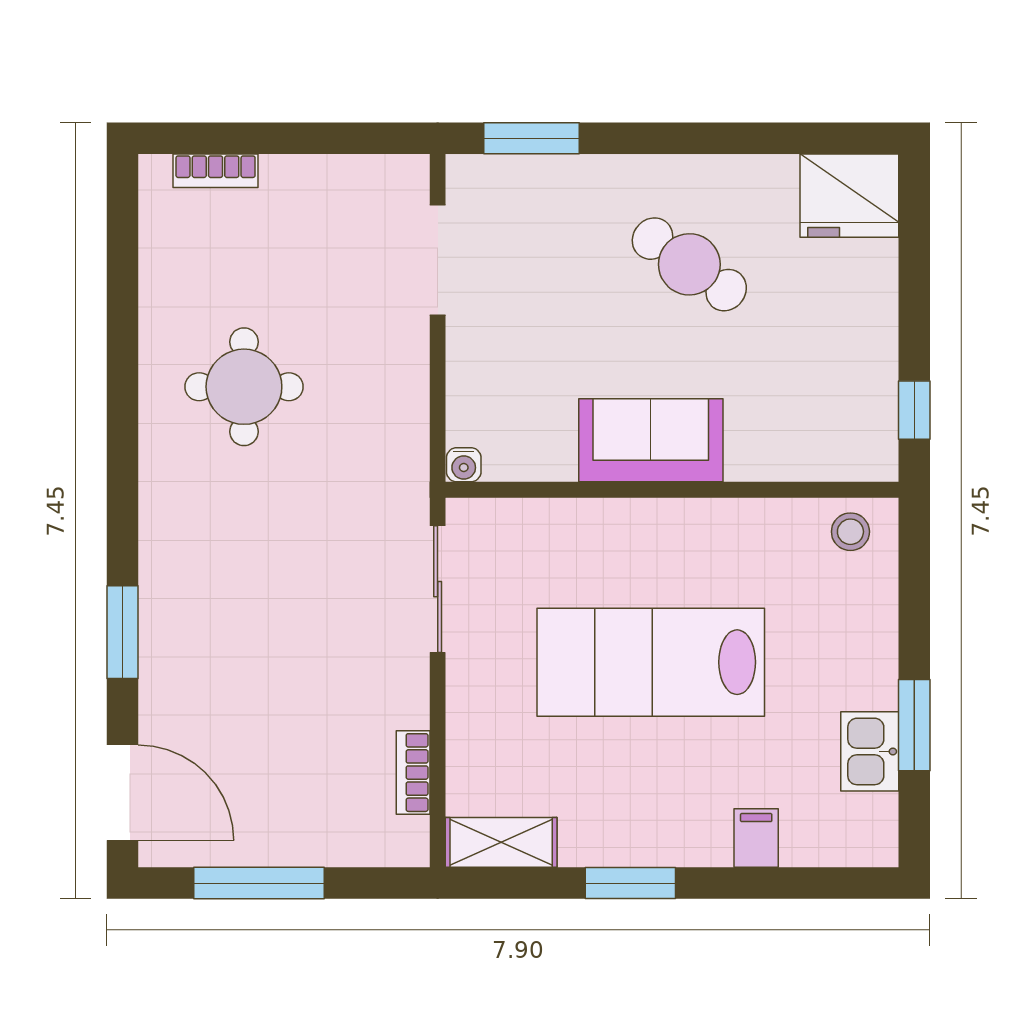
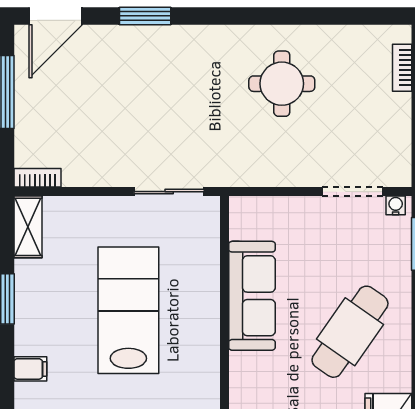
cafe table: (689, 264) -> (350, 332), width x1.37, depth x1.35
sofa: (651, 440) -> (252, 296), width x1.36
water cooler: (464, 465) -> (396, 205), moved, turned 90
bookcase: (413, 773) -> (37, 178), moved

